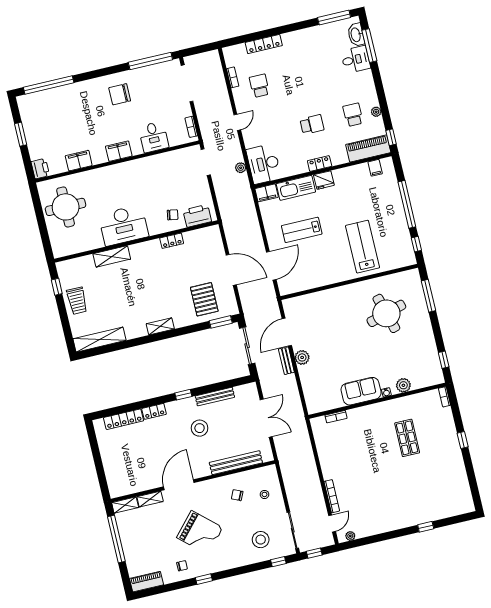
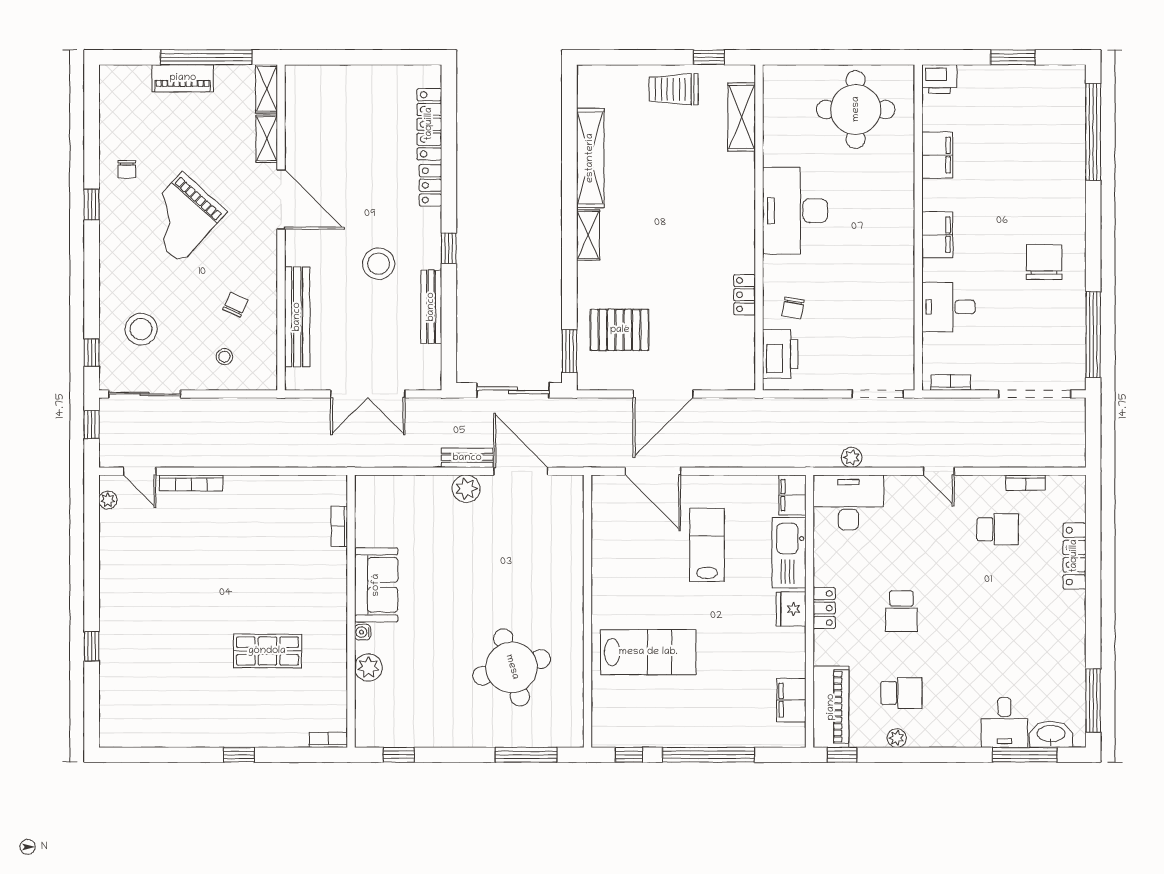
filing cabinet: (375, 168) -> (791, 700), width x2.00
shelving: (112, 256) -> (742, 117), moved
shelving: (99, 340) -> (590, 158), moved
piano: (147, 582) -> (183, 78), moved, turned 90

